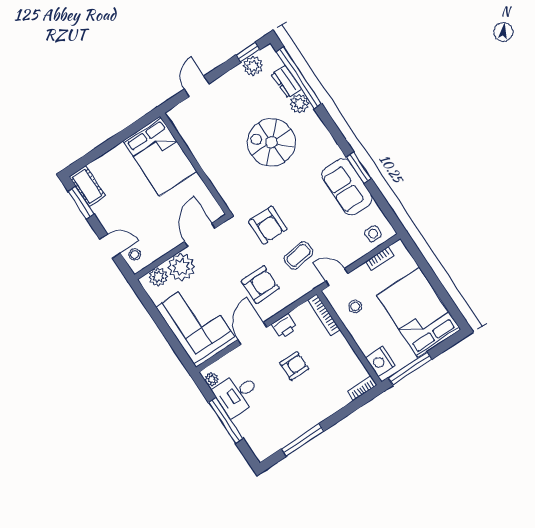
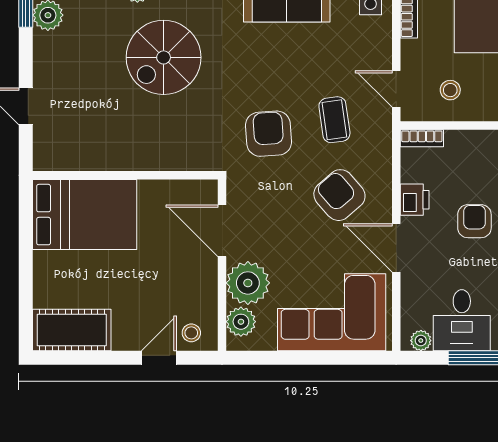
cot: (87, 186) -> (72, 330), width x1.37, depth x1.34
window: (81, 203) -> (77, 358), removed
armchair: (268, 225) -> (269, 134), turned -94
door: (337, 277) -> (396, 89), hinge flipped
armchair: (260, 285) -> (339, 195), turned -41
bookcase: (324, 315) -> (422, 138), width x0.64

